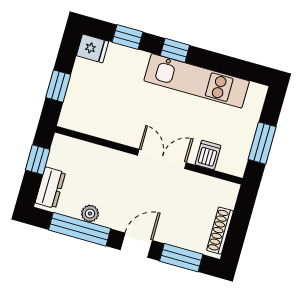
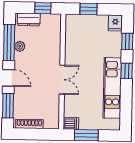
dishwasher: (208, 155) -> (71, 123), moved

